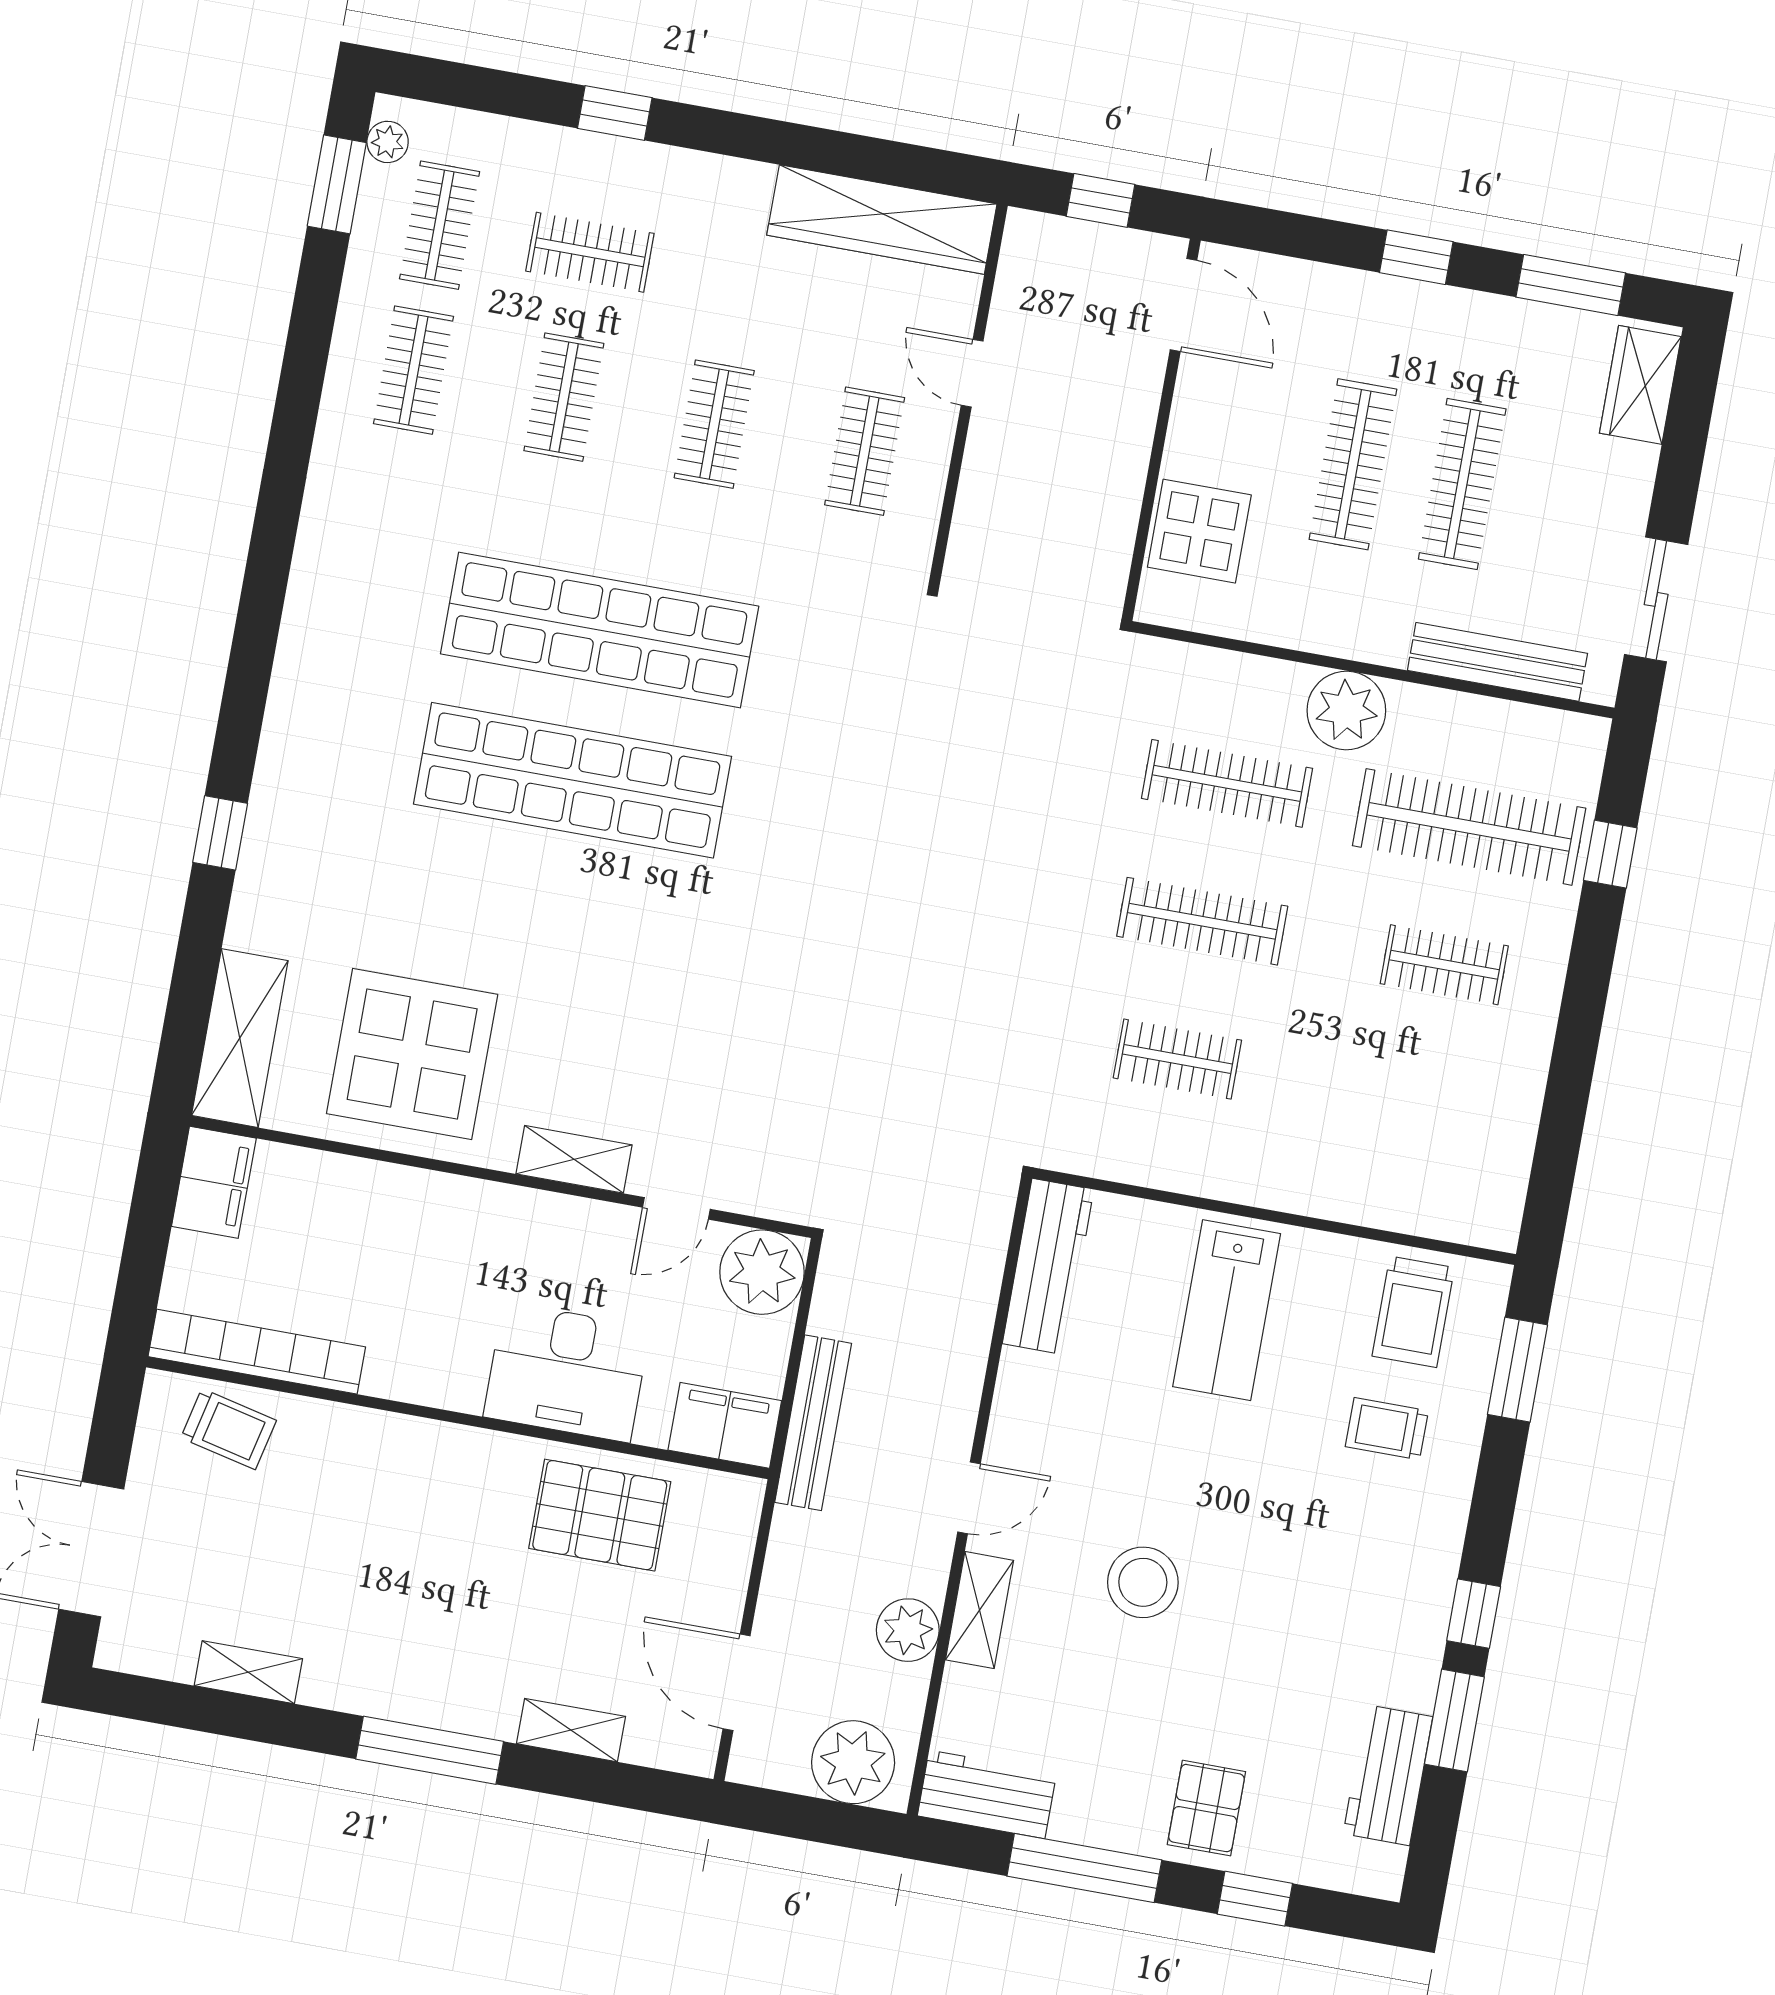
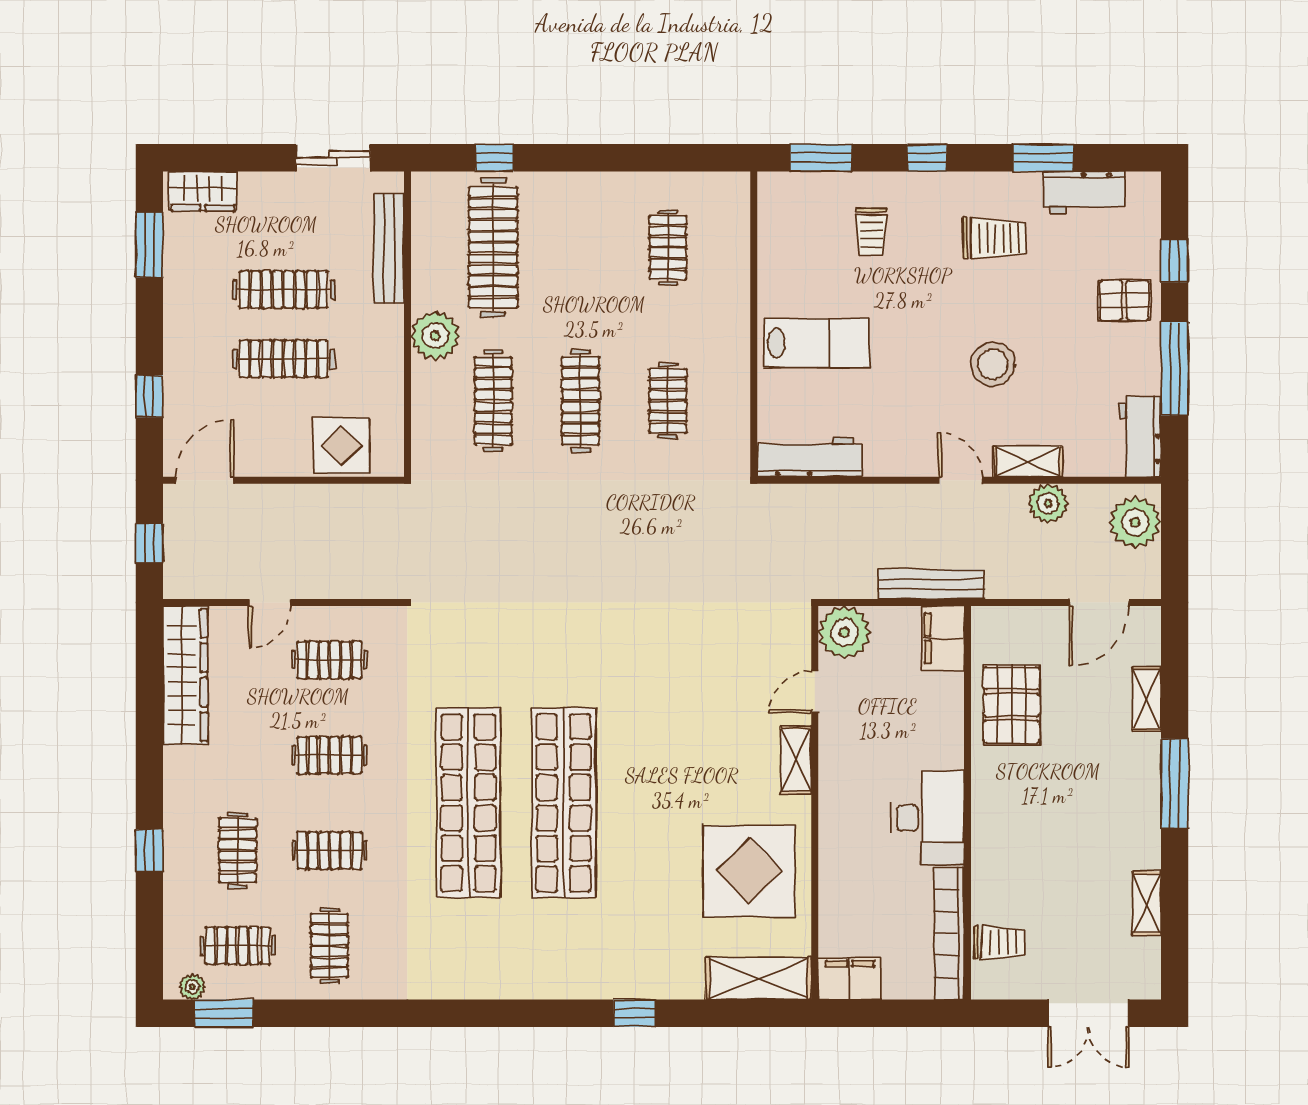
window: (1416, 257) -> (149, 396), moved
clothes rail: (413, 370) -> (329, 946), turned 90
clothes rail: (1444, 965) -> (668, 247), moved
door: (676, 1208) -> (815, 692), swing flipped
trolley: (1413, 1312) -> (994, 238), moved
desk: (567, 1372) -> (927, 818), moved
trolley: (228, 1429) -> (1000, 942), turned 77
window: (1474, 1614) -> (927, 158), moved

